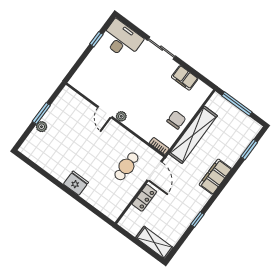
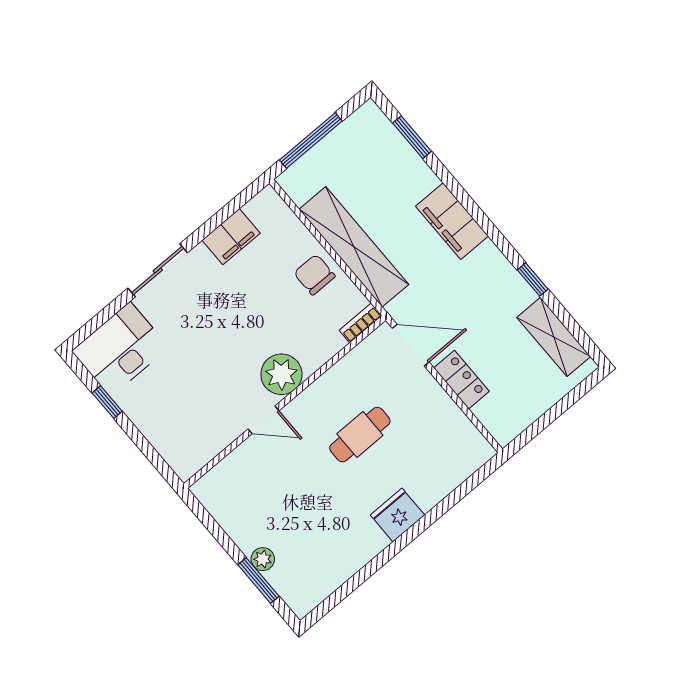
window: (41, 113) -> (258, 581), moved
plant: (121, 116) -> (281, 374), width x1.87, depth x1.87
cafe table: (126, 166) -> (360, 435), moved, turned 90
shelving: (154, 243) -> (554, 337), moved, turned 90

